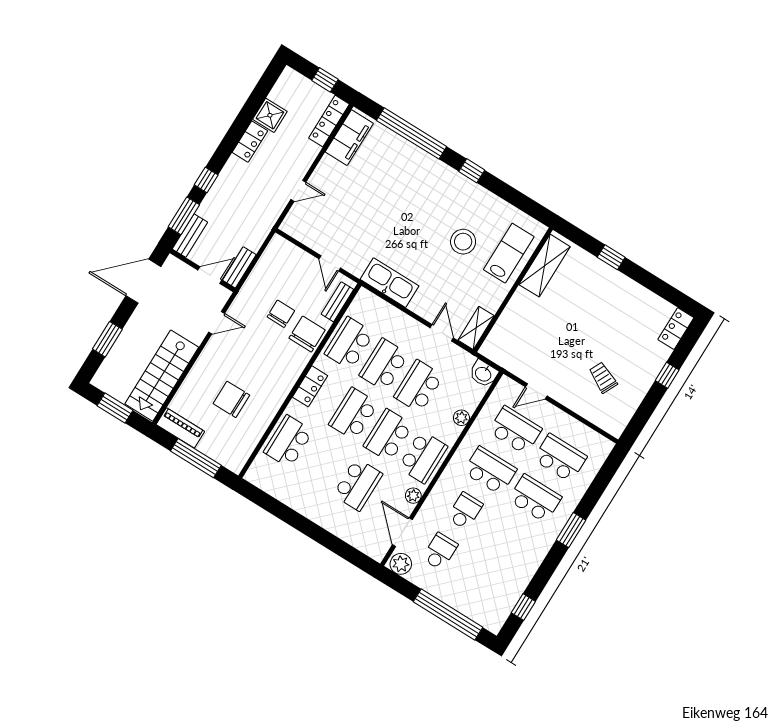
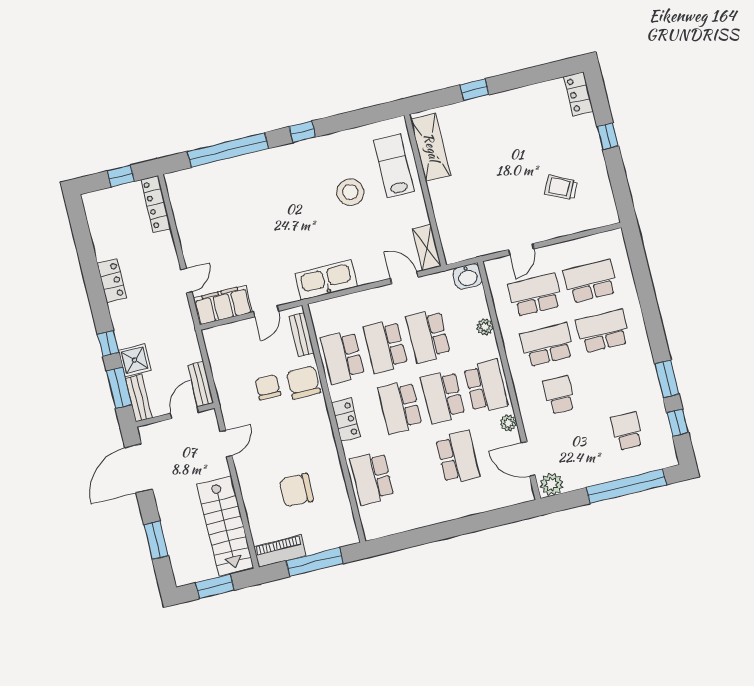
shower: (270, 115) -> (135, 360), moved
filing cabinet: (349, 138) -> (223, 305), moved, turned -90
door: (330, 263) -> (266, 311), hinge flipped
window: (571, 530) -> (667, 379), moved
school desk: (440, 551) -> (627, 431), moved

